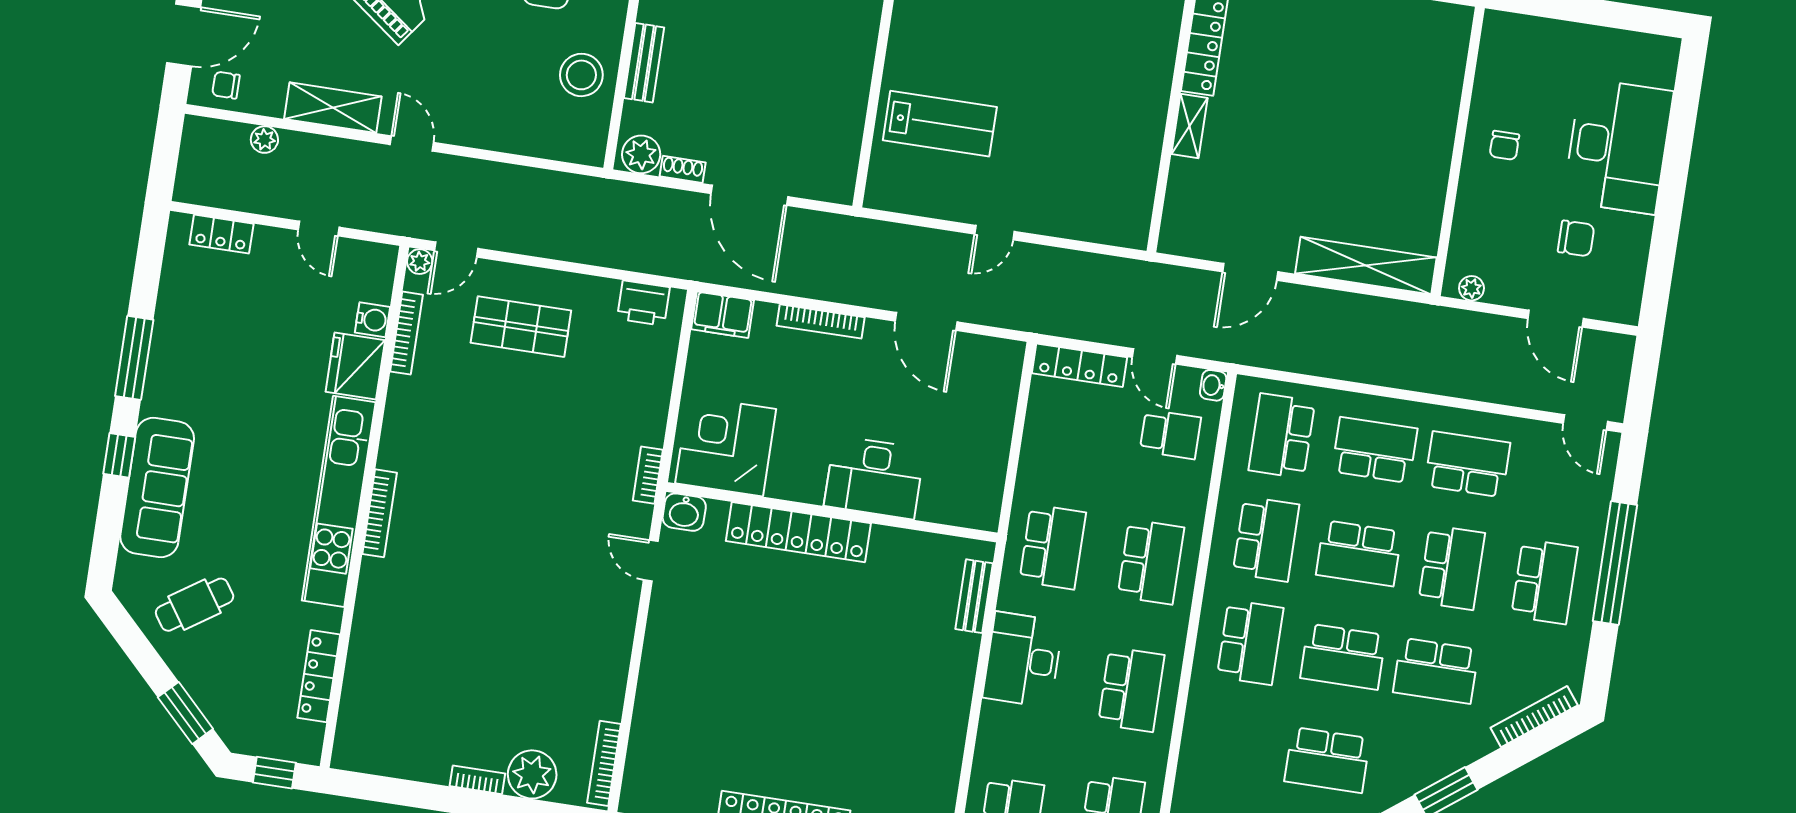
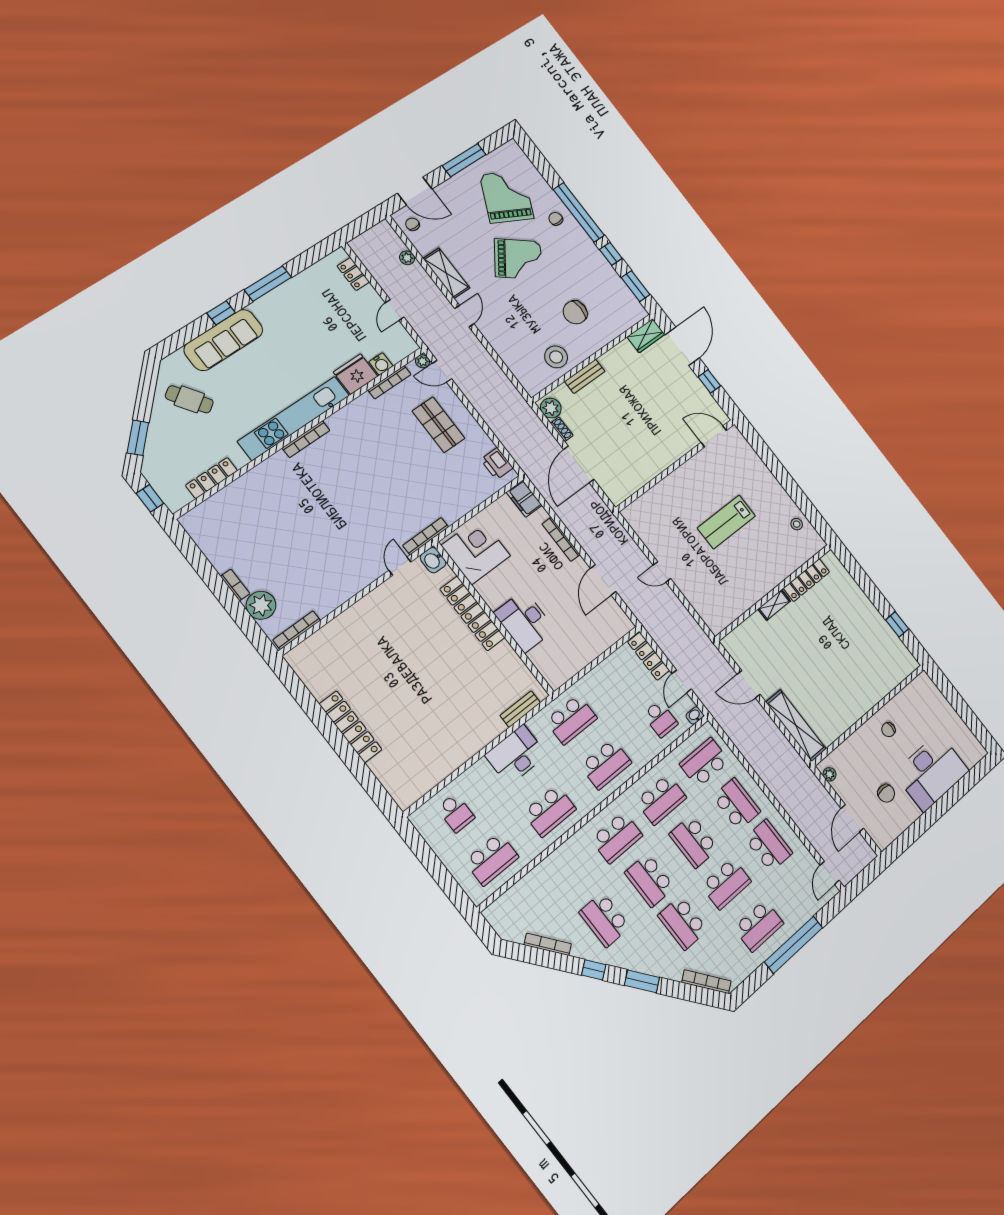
lab bench: (940, 124) -> (726, 522), moved, turned 90
bookcase: (648, 475) -> (426, 536), width x1.56

